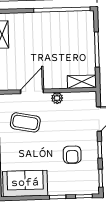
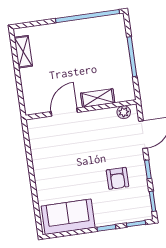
shelving: (82, 82) -> (98, 98), moved
plant: (57, 98) -> (124, 112), moved
coffee table: (25, 122) -> (61, 148), removed

